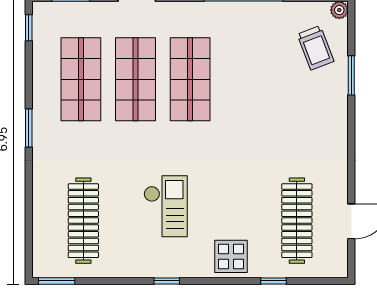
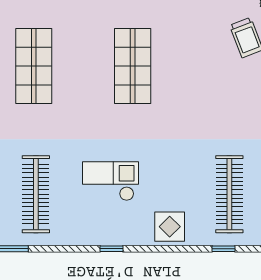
shop shelf: (135, 79) -> (83, 66), removed
checkout: (166, 206) -> (110, 181), turned -90
window: (274, 281) -> (224, 249), moved

